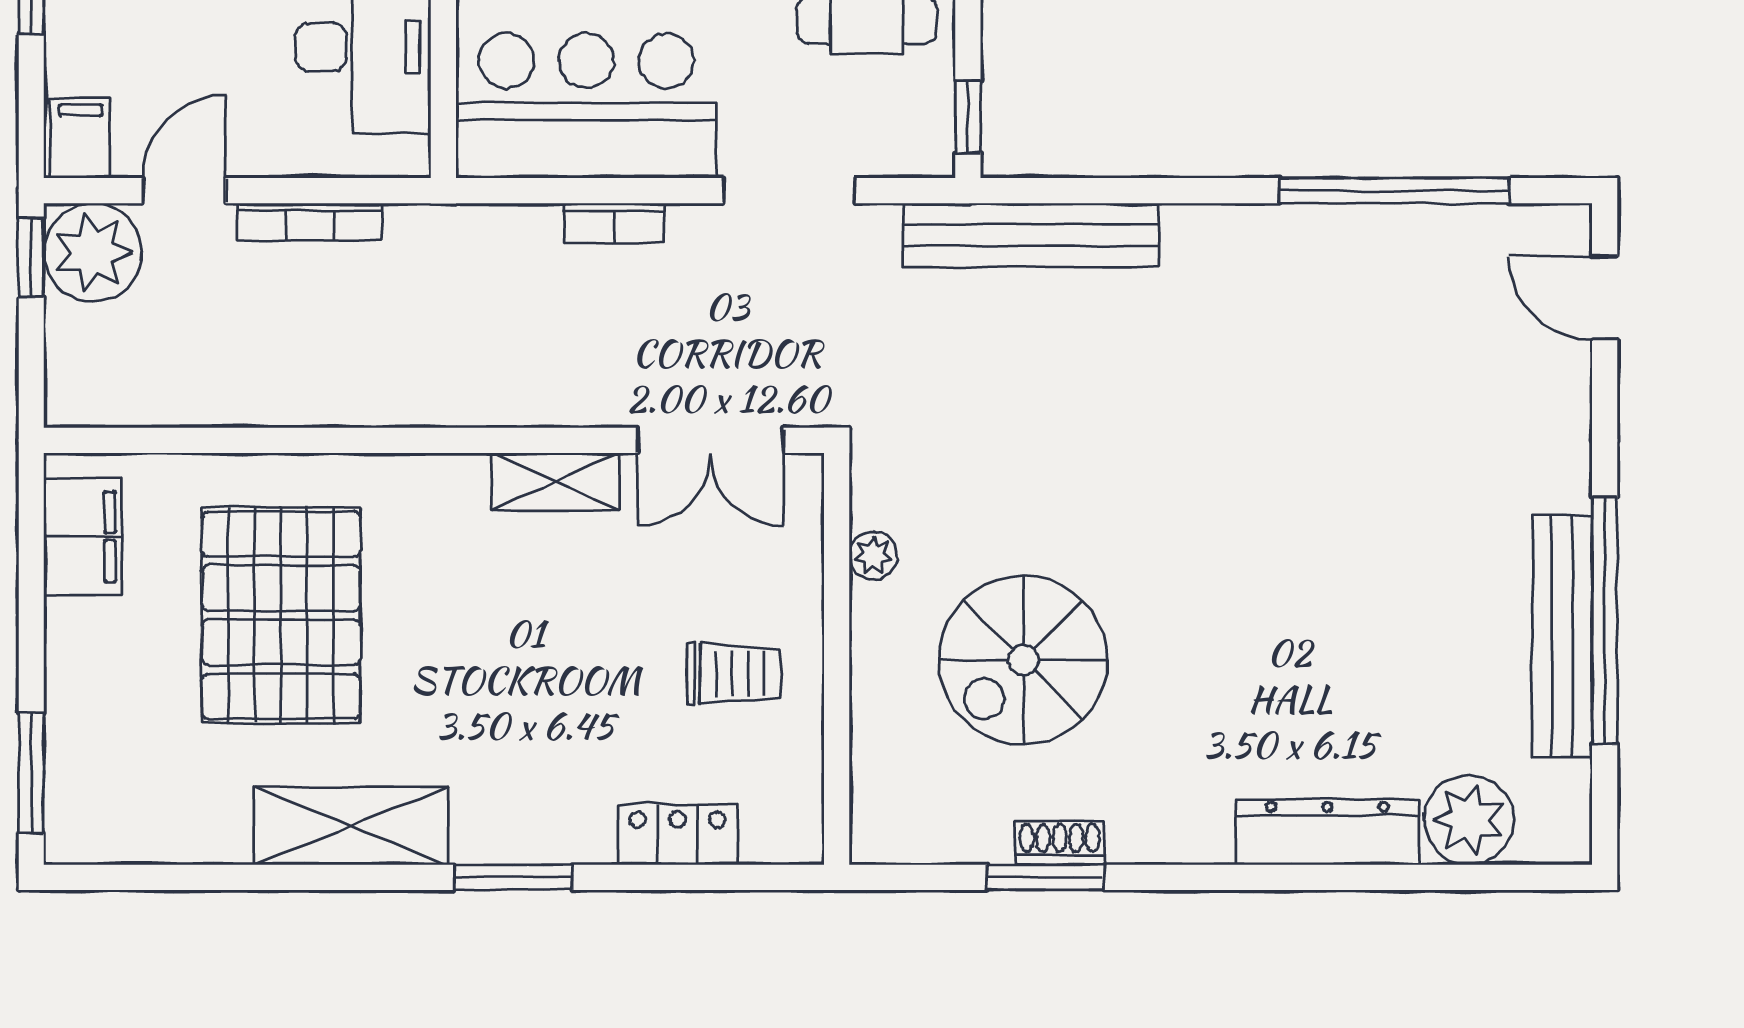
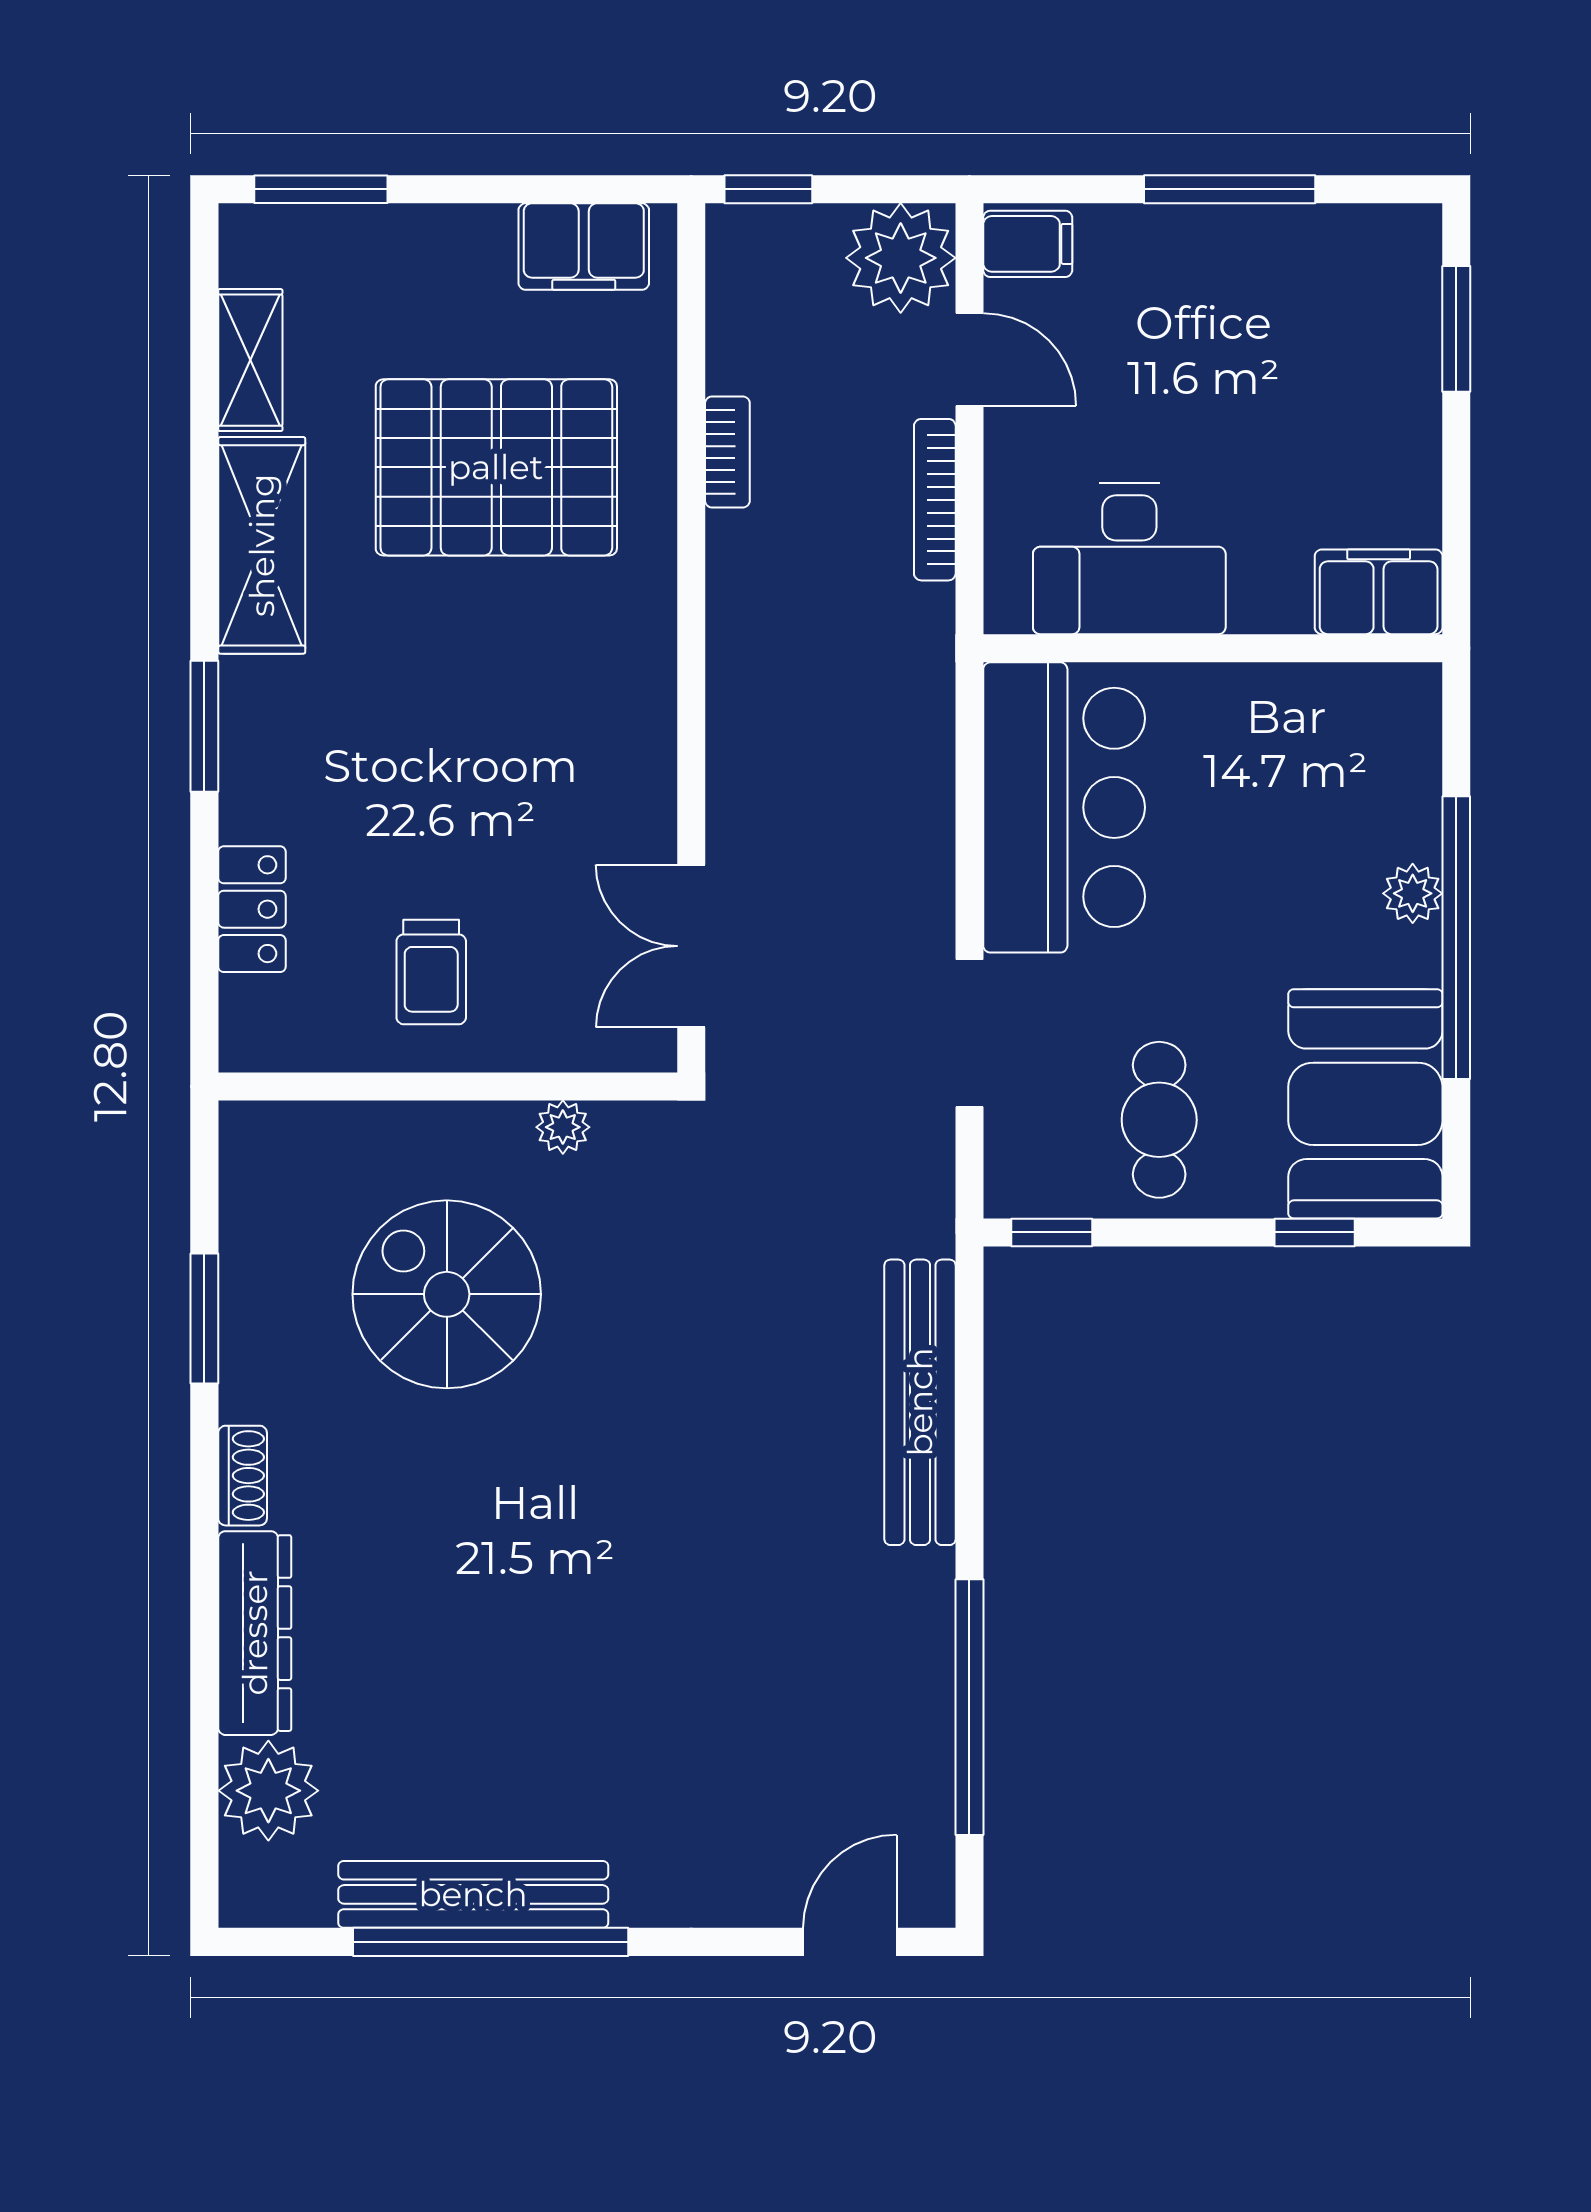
bookcase: (614, 223) -> (727, 452), moved, turned 180
bench: (1031, 235) -> (920, 1402), moved
window: (31, 258) -> (768, 189), moved
shelving: (555, 482) -> (250, 360), moved
shoe rack: (1060, 843) -> (243, 1476), moved

